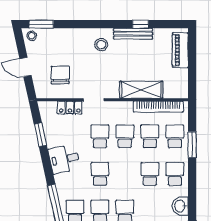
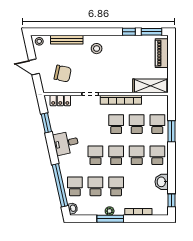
window: (41, 24) -> (151, 32), moved
bench: (133, 34) -> (67, 40), moved
chair: (60, 75) -> (63, 74), turned 102
shelving: (141, 90) -> (151, 86), moved
bookcase: (158, 107) -> (121, 100), moved
locker: (70, 108) -> (60, 101), moved
school desk: (100, 136) -> (116, 155), moved

